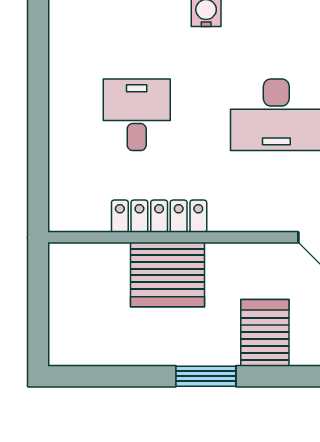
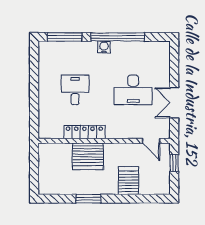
window: (206, 376) -> (88, 199), moved

